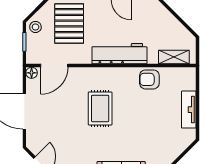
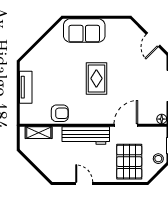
door: (54, 66) -> (126, 125), moved
rug: (100, 108) -> (96, 78), moved

